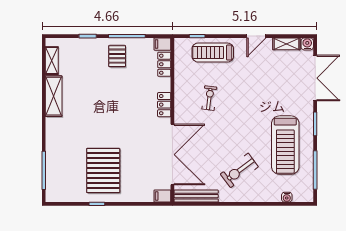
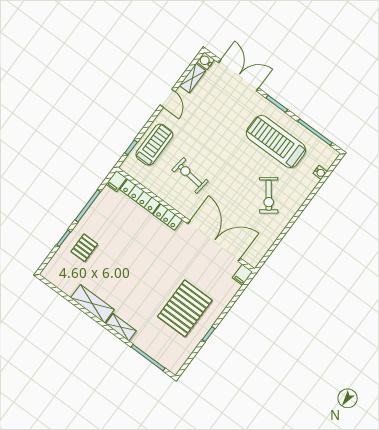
treadmill: (213, 53) -> (154, 145), turned 180
pallet: (117, 56) -> (84, 248), moved, turned 90
shelving: (52, 61) -> (121, 327), moved
locker: (164, 64) -> (140, 196), width x1.53
exercise bike: (209, 98) -> (190, 175), width x1.38, depth x1.39
treadmill: (285, 145) -> (276, 142), turned 180
pallet: (103, 171) -> (185, 308), turned 90
bench: (196, 196) -> (263, 247), removed

